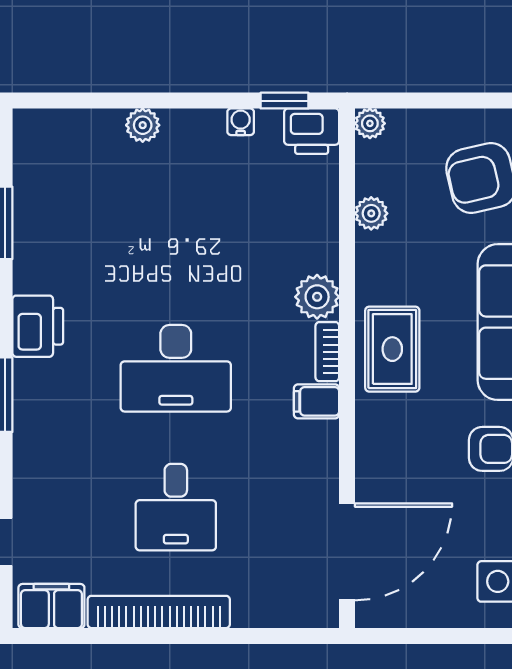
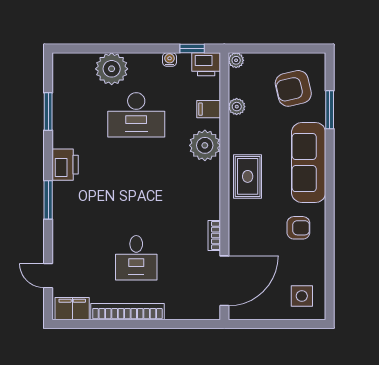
plant: (143, 125) -> (112, 69), width x1.88, depth x1.88
plant: (317, 297) -> (205, 145), width x1.36, depth x1.36
bookcase: (327, 352) -> (214, 235), moved
desk: (176, 368) -> (136, 115), moved
filing cabinet: (317, 401) -> (209, 109), moved

